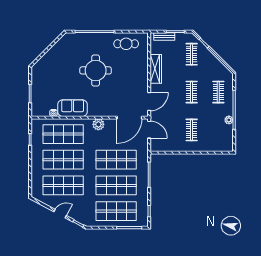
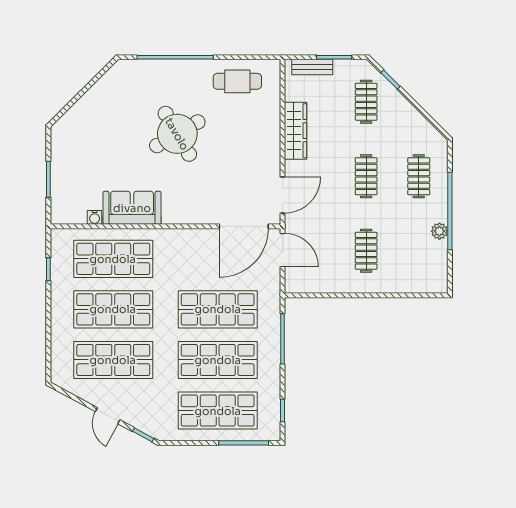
round table: (96, 70) -> (177, 134), turned -30
plant: (98, 124) -> (183, 240), removed
door: (60, 214) -> (108, 416), swing flipped

